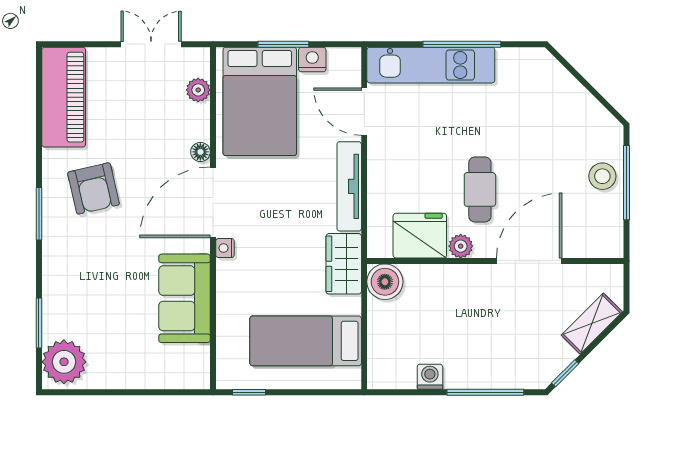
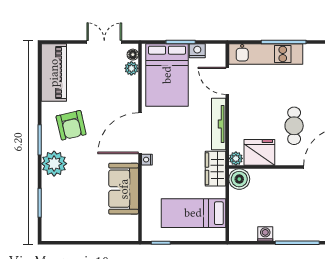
floor lamp: (200, 152) -> (133, 55), moved
plant: (461, 246) -> (236, 158), moved
plant: (64, 362) -> (54, 164), moved

